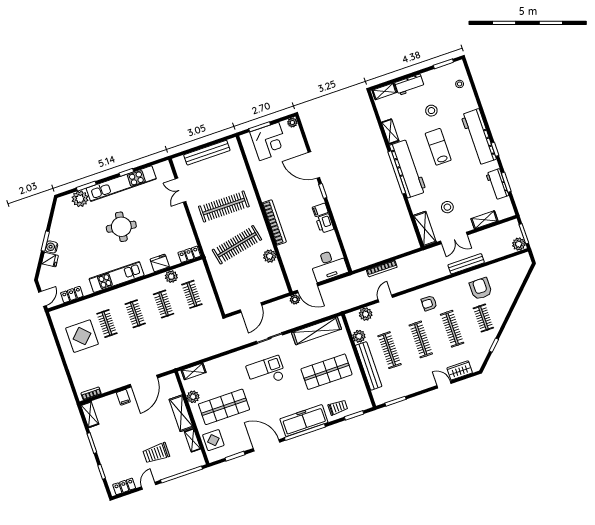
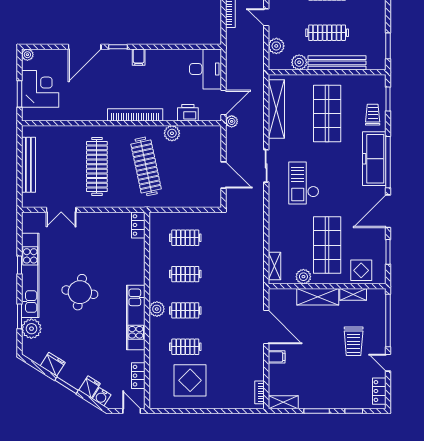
printer: (325, 223) -> (188, 113), moved, turned 180
water cooler: (51, 247) -> (102, 397), moved
fridge: (160, 263) -> (53, 364), moved, turned 122
plant: (171, 277) -> (157, 309), moved

